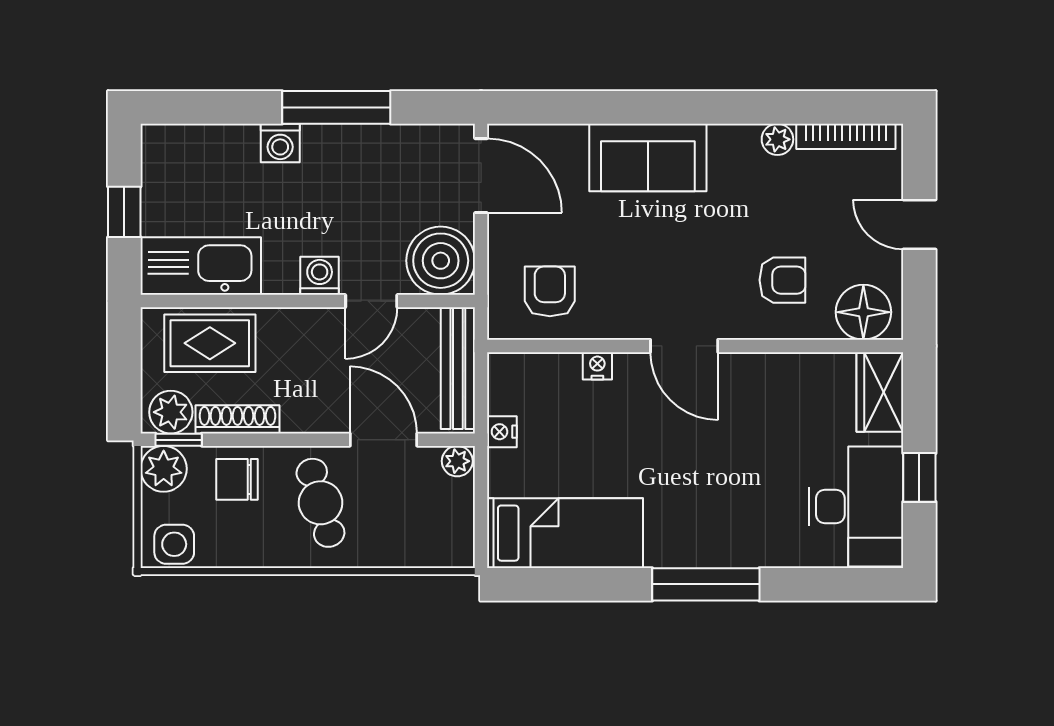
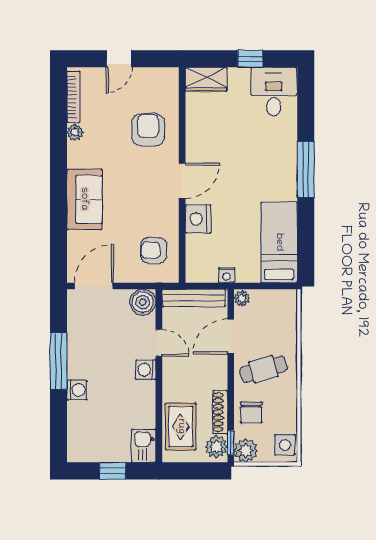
boiler: (441, 261) -> (143, 302), width x0.73, depth x0.73
kitchen sink: (201, 266) -> (144, 446), width x0.53, depth x0.81
armchair: (782, 280) -> (148, 130), width x1.38, depth x1.38
floor lamp: (863, 312) -> (165, 88), removed
nightstand: (597, 366) -> (198, 219), width x1.89, depth x1.79
desk: (856, 506) -> (274, 92), width x0.73

